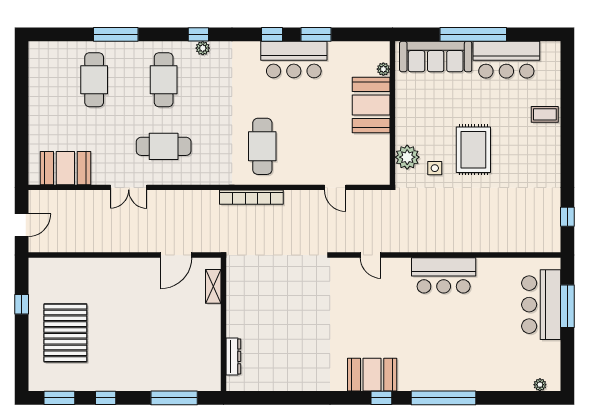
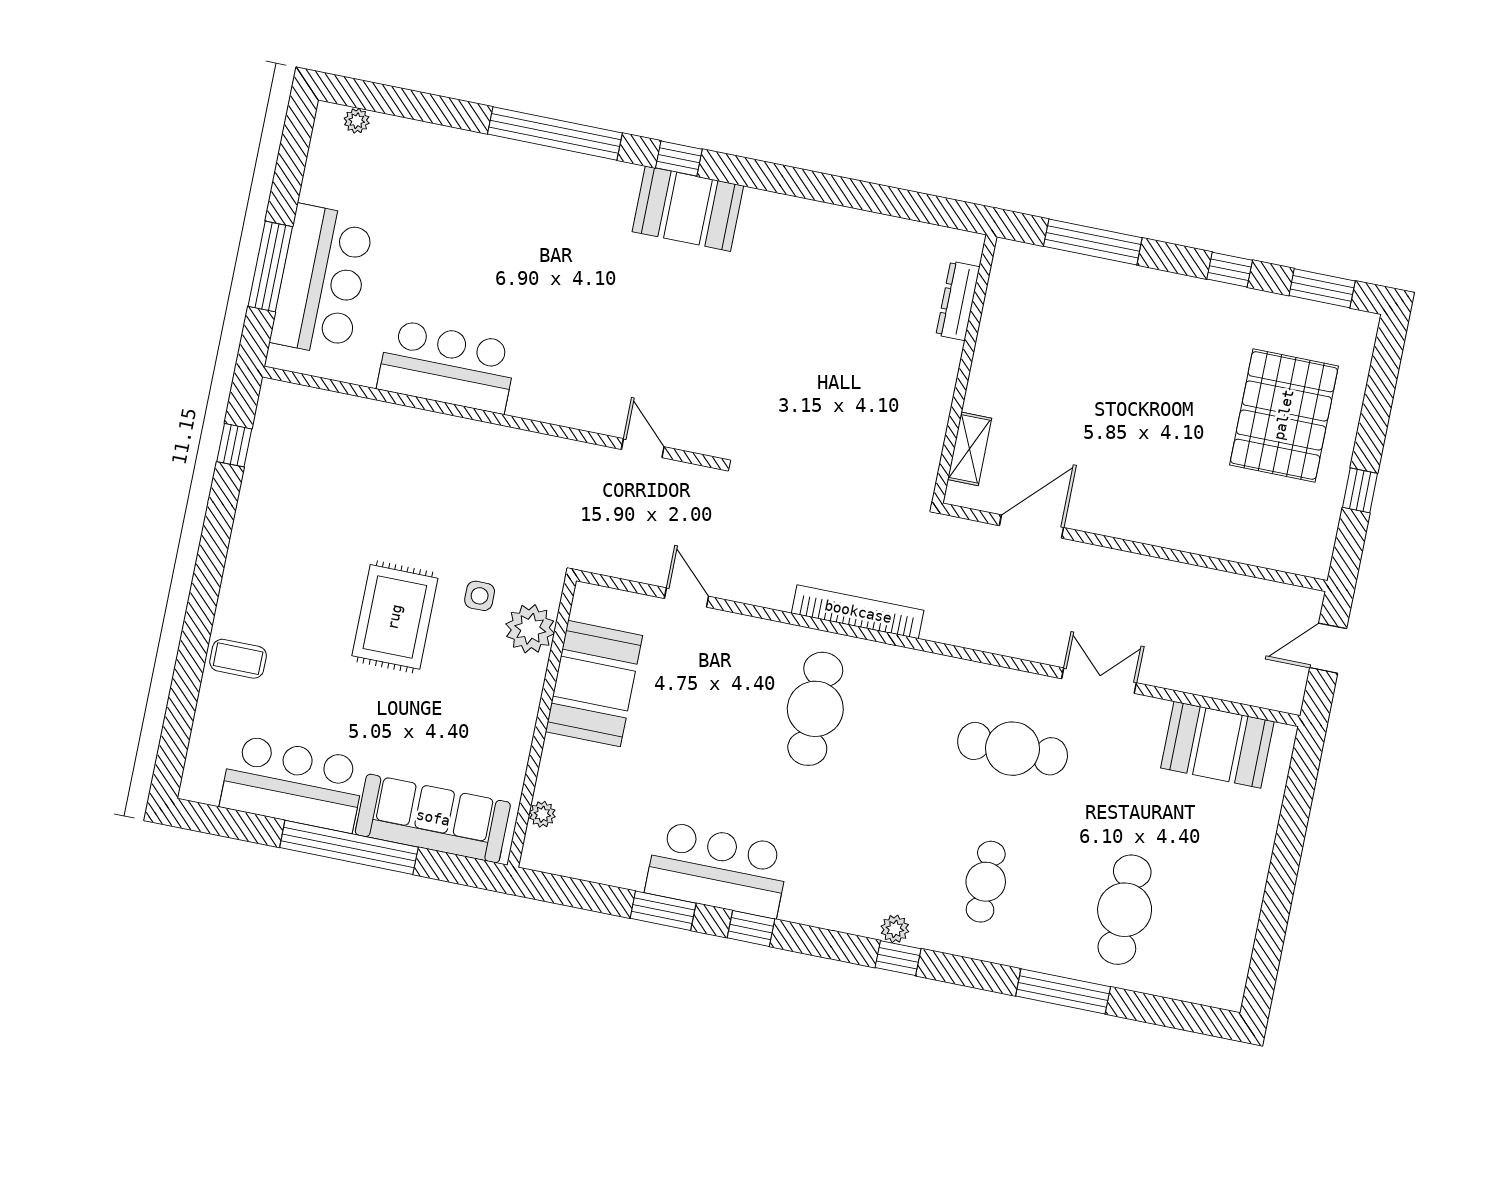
cafe table: (164, 80) -> (986, 882), width x0.73, depth x0.74
booth: (371, 105) -> (594, 684), moved
bar counter: (444, 275) -> (447, 366), moved

